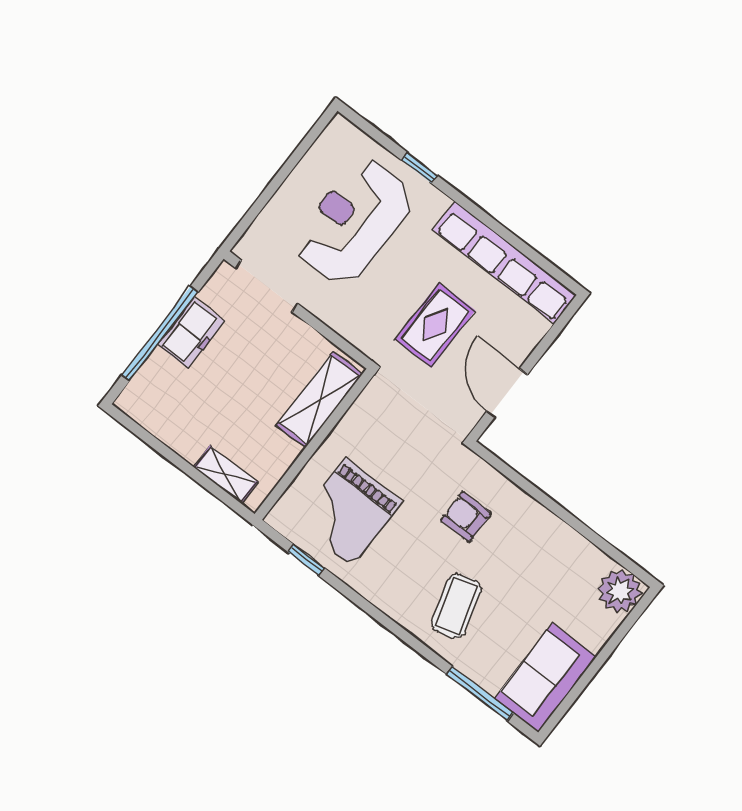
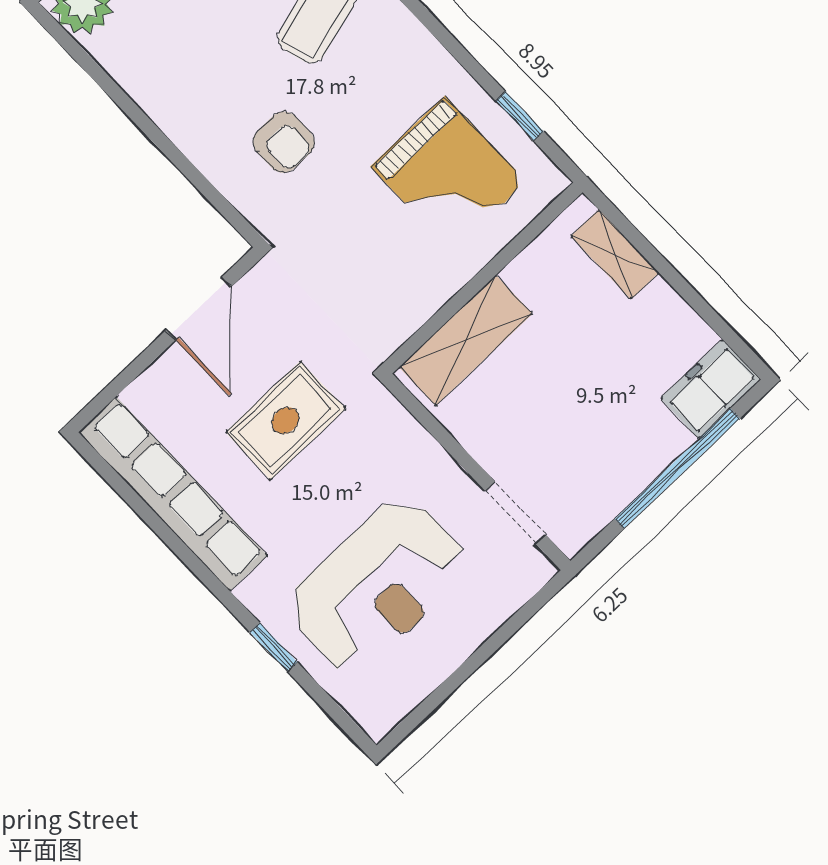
doorway: (267, 286) -> (515, 513), width x0.73
freezer: (191, 333) -> (711, 389), moved
grand piano: (349, 512) -> (449, 174), turned 90

